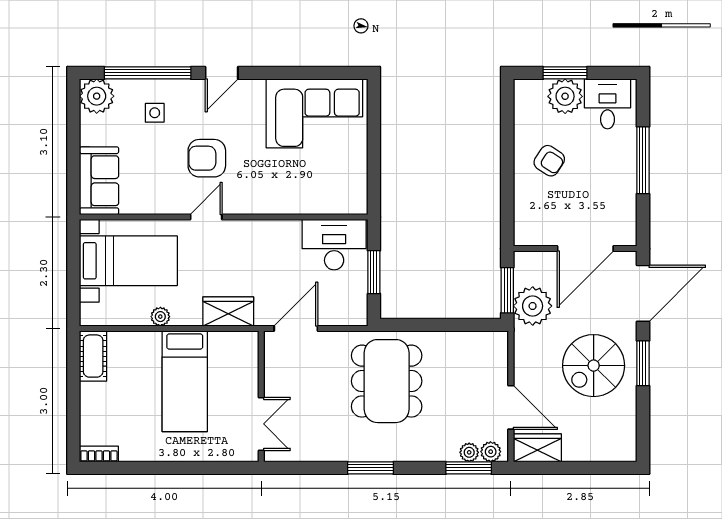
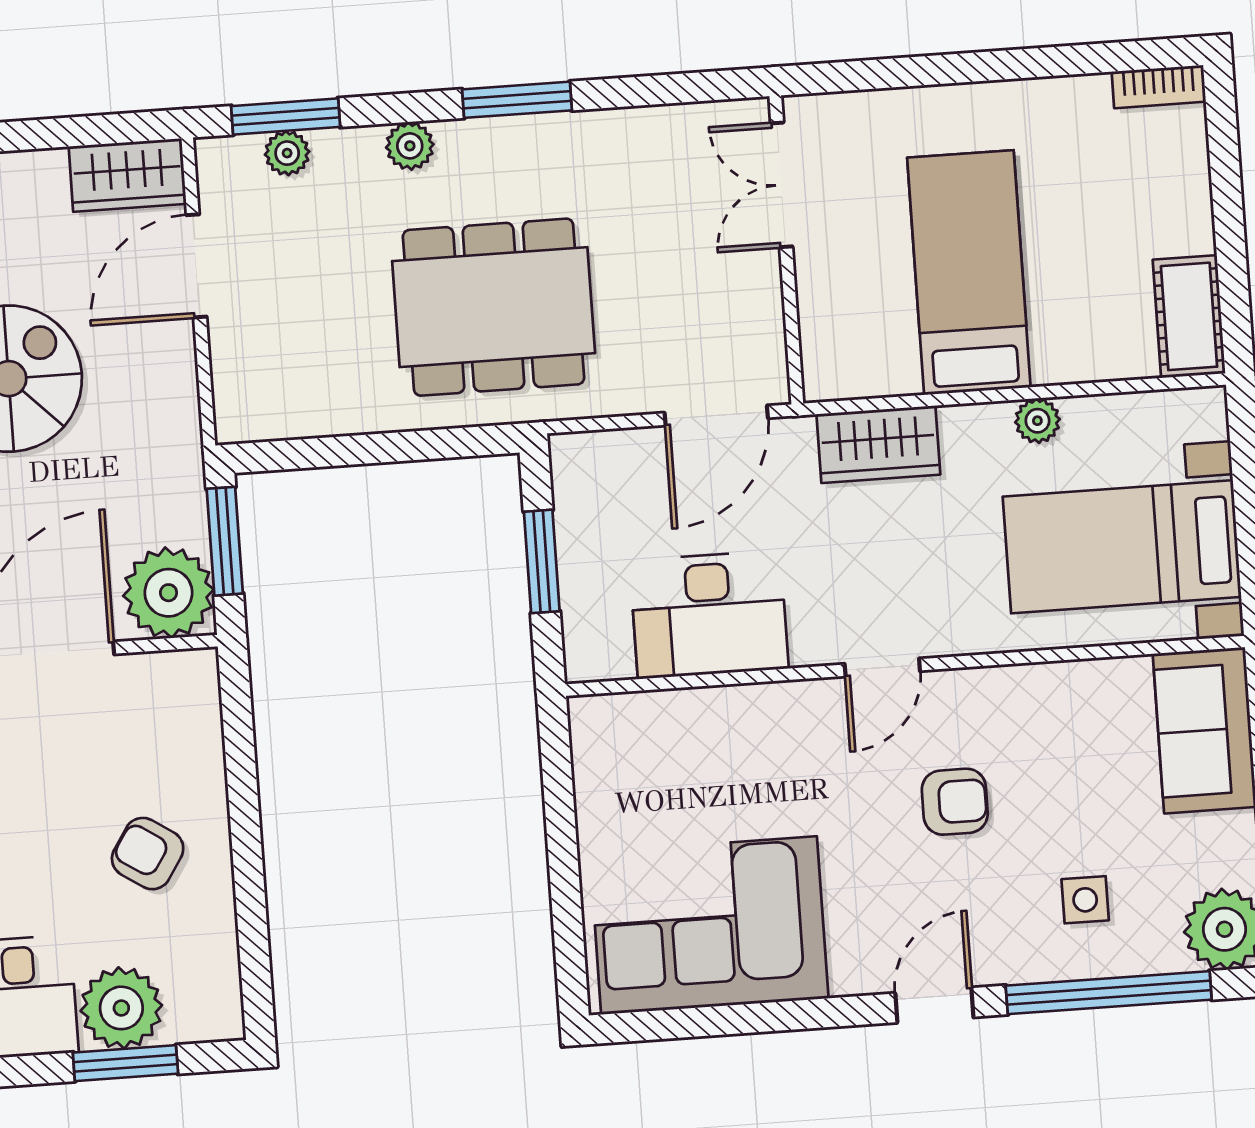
armchair: (207, 158) -> (955, 802), width x0.72, depth x0.72
door: (206, 217) -> (882, 667), moved
desk: (334, 245) -> (709, 615), moved
plant: (533, 306) -> (169, 593), moved
dining table: (387, 381) -> (494, 307), turned 90
door: (511, 407) -> (196, 266), hinge flipped
plant: (491, 452) -> (410, 146), moved

